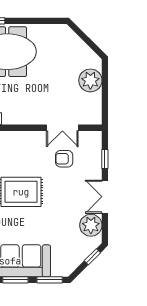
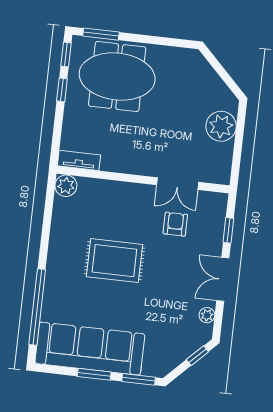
armchair: (64, 159) -> (175, 224), turned 90
plant: (91, 225) -> (207, 315), width x0.53, depth x0.53

